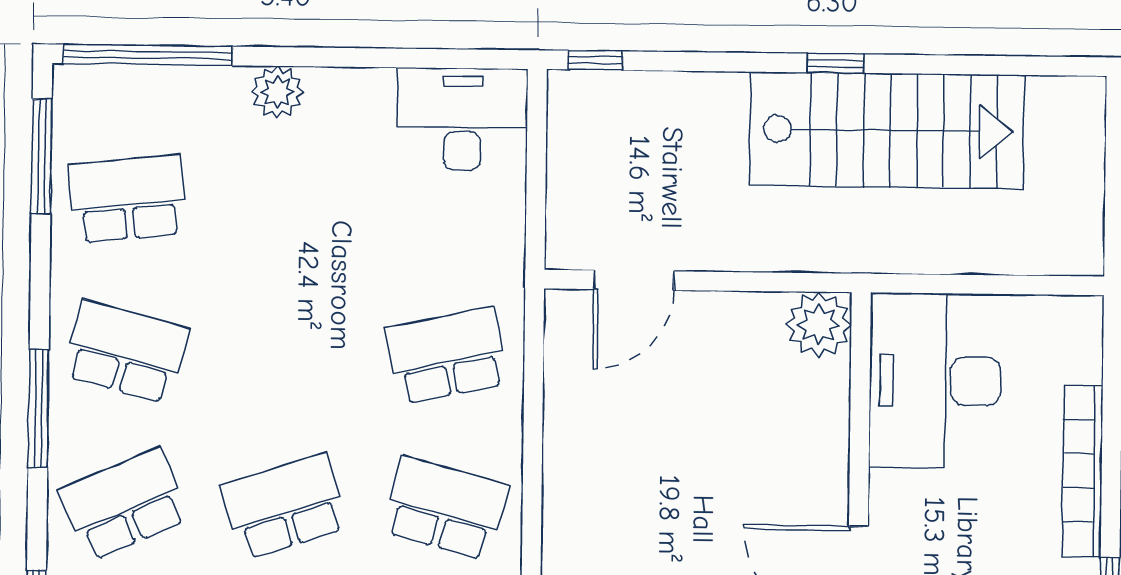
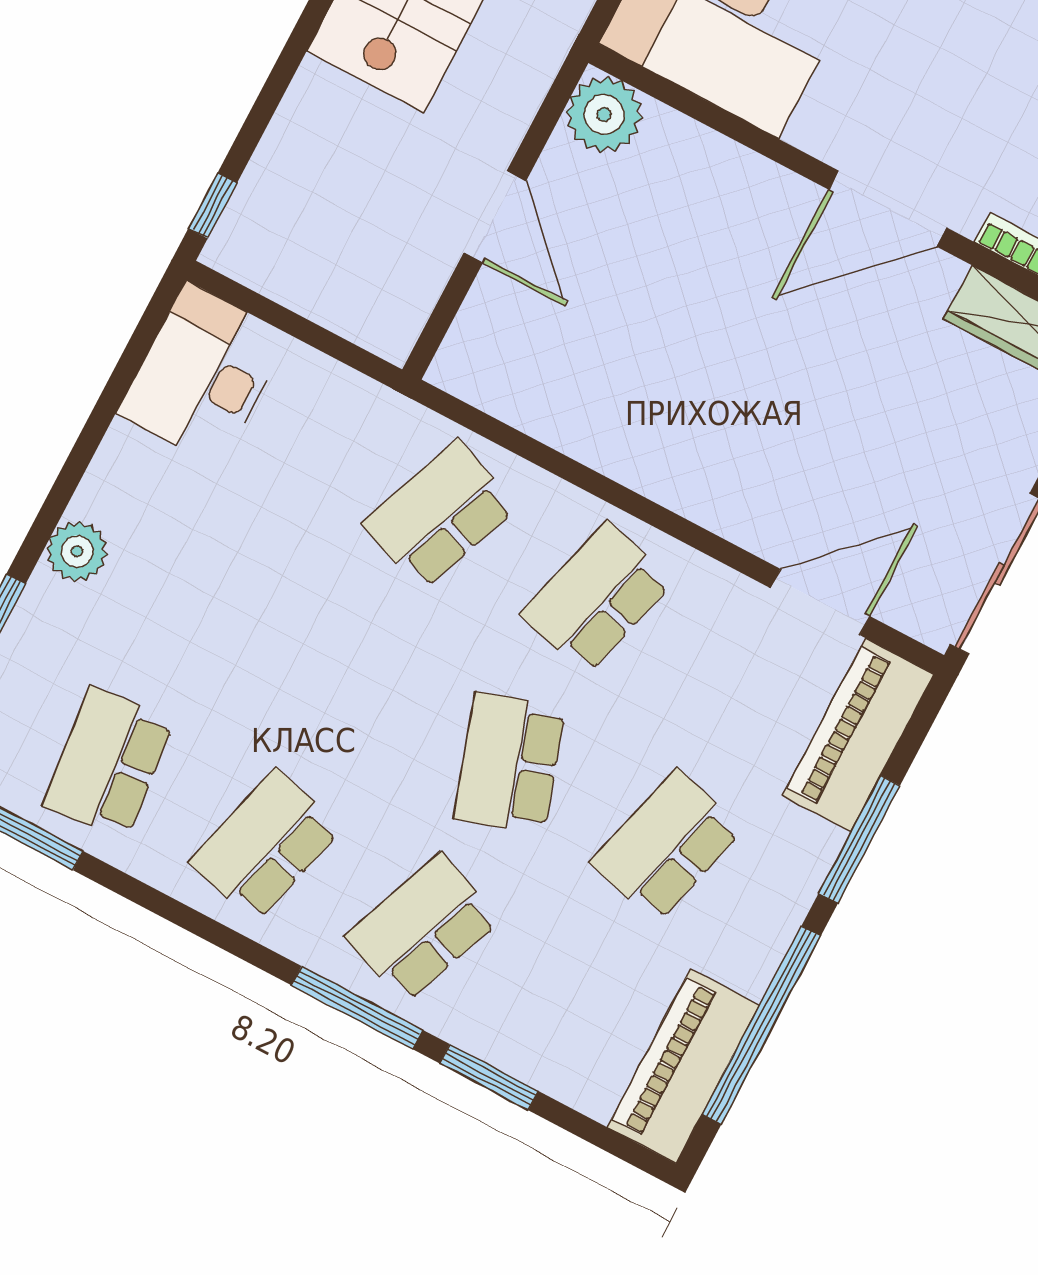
door: (634, 280) -> (495, 217), moved
school desk: (447, 356) -> (440, 515), turned 33
window: (39, 408) -> (357, 1008), moved
school desk: (124, 504) -> (422, 928), turned 45

